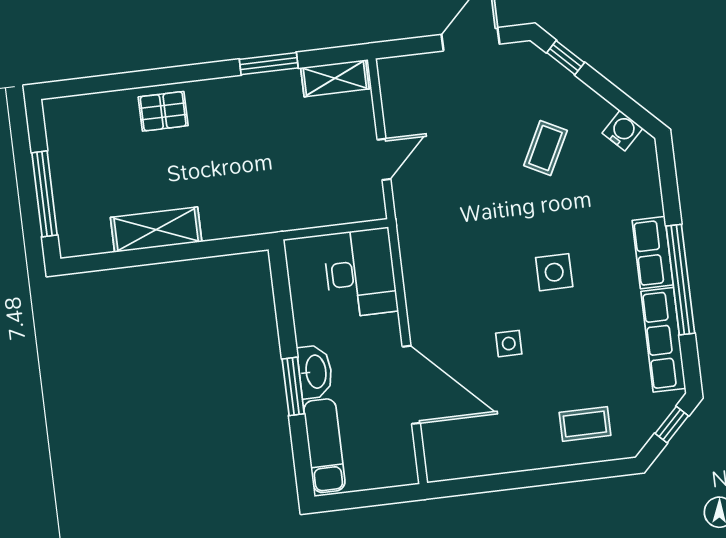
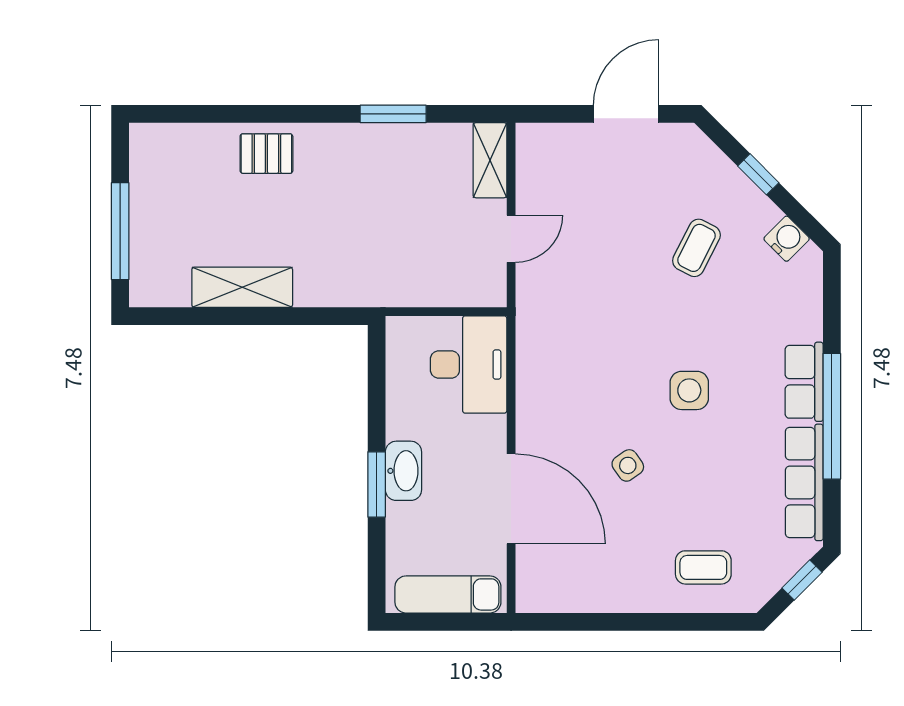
window: (566, 58) -> (758, 174), moved
shelving: (335, 78) -> (490, 160), moved, turned 90
side table: (509, 344) -> (628, 465), turned -35
exam couch: (324, 446) -> (448, 594), moved, turned -90

